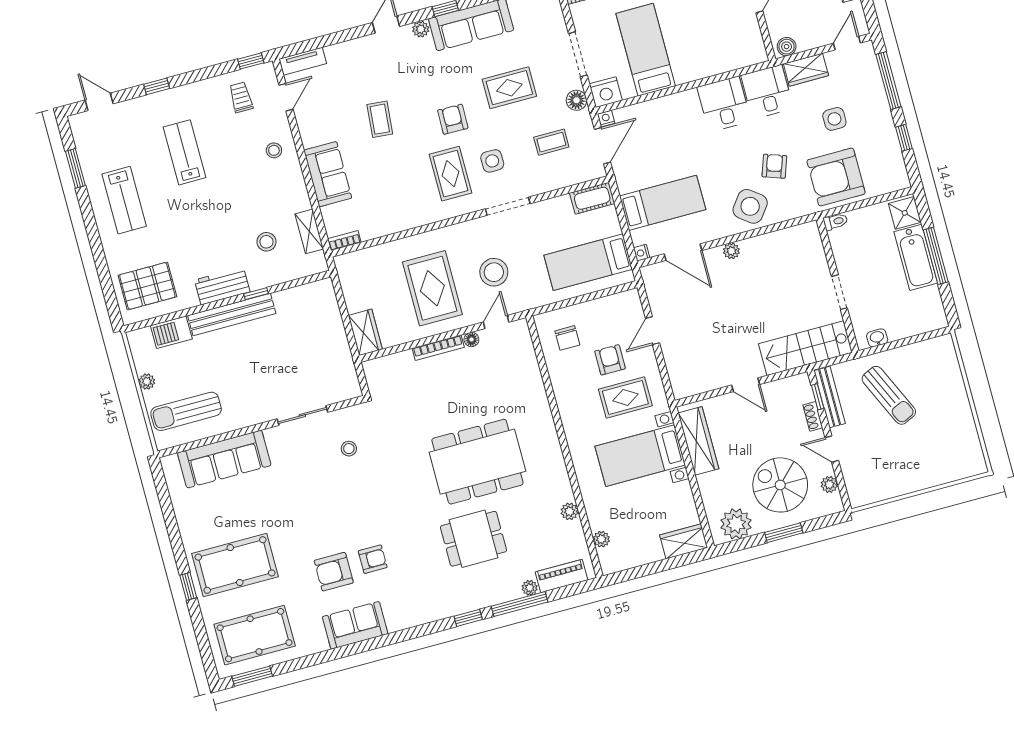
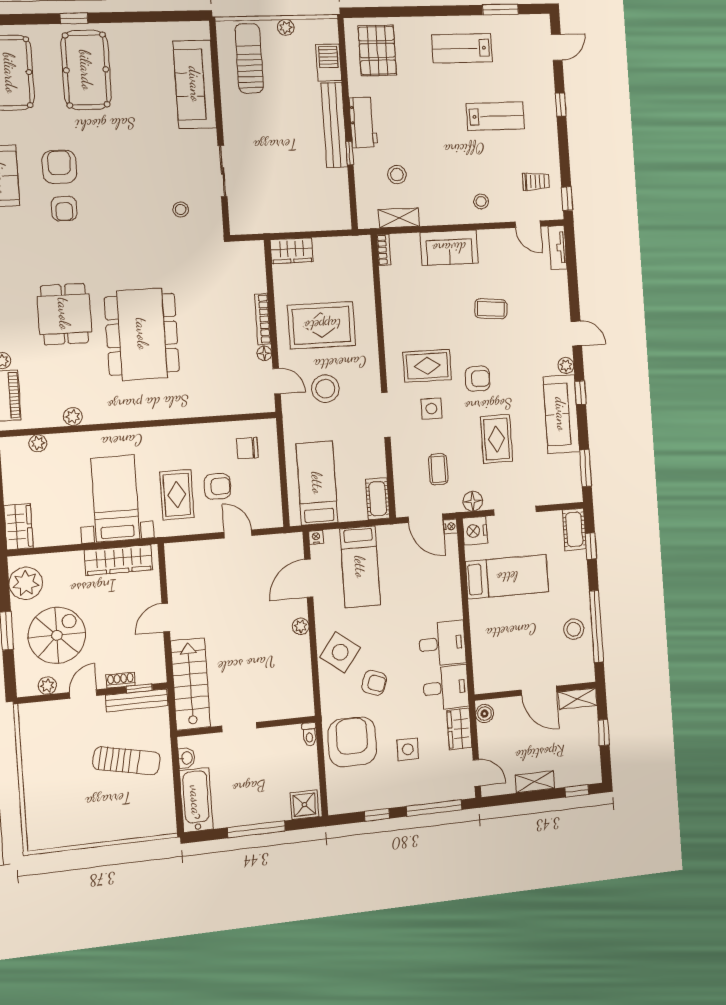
bathtub: (916, 257) -> (196, 800), moved, turned 90
sun lounger: (889, 395) -> (126, 761), turned -143

